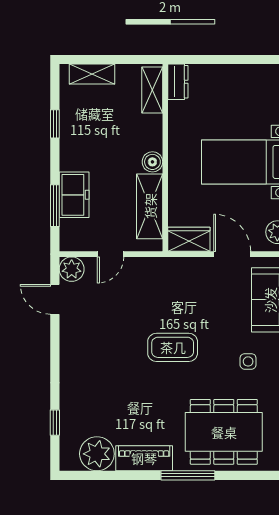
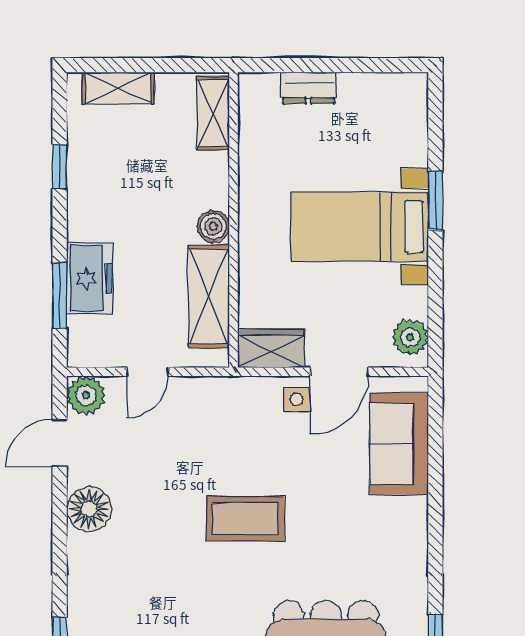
dresser: (178, 82) -> (309, 88), moved, turned 90
door: (232, 254) -> (339, 372), swing flipped
door: (55, 299) -> (60, 443), hinge flipped
floor lamp: (74, 341) -> (89, 509), added
side table: (248, 361) -> (296, 400), moved

